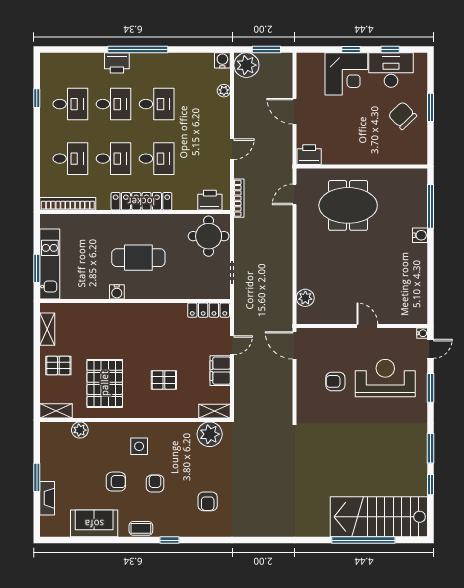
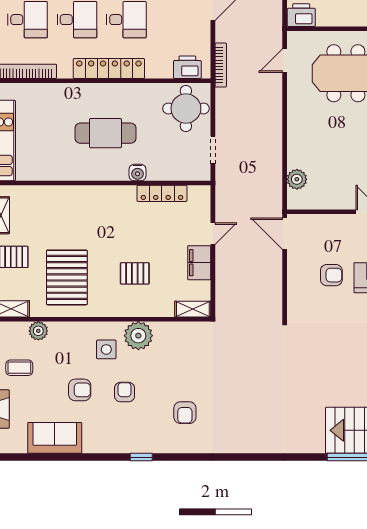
water cooler: (117, 292) -> (137, 173), moved
locker: (209, 310) -> (162, 193), moved
armchair: (335, 381) -> (331, 275), turned 180
plant: (210, 434) -> (138, 336), moved
coffee table: (141, 528) -> (19, 368), moved

